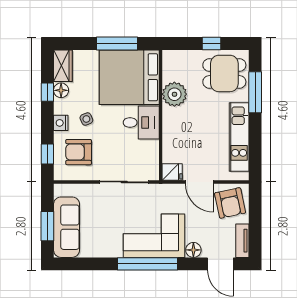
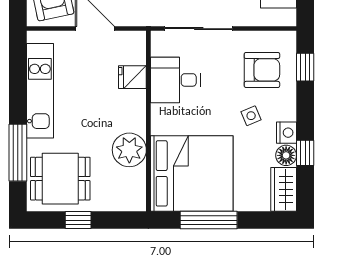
desk: (141, 122) -> (175, 80), moved
nightstand: (61, 123) -> (286, 133), moved
fridge: (172, 172) -> (132, 77), moved

